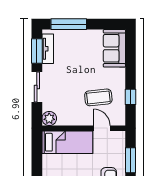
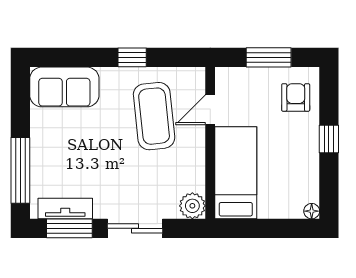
coffee table: (98, 97) -> (154, 116), width x1.36, depth x1.32
window: (131, 97) -> (132, 57), moved

